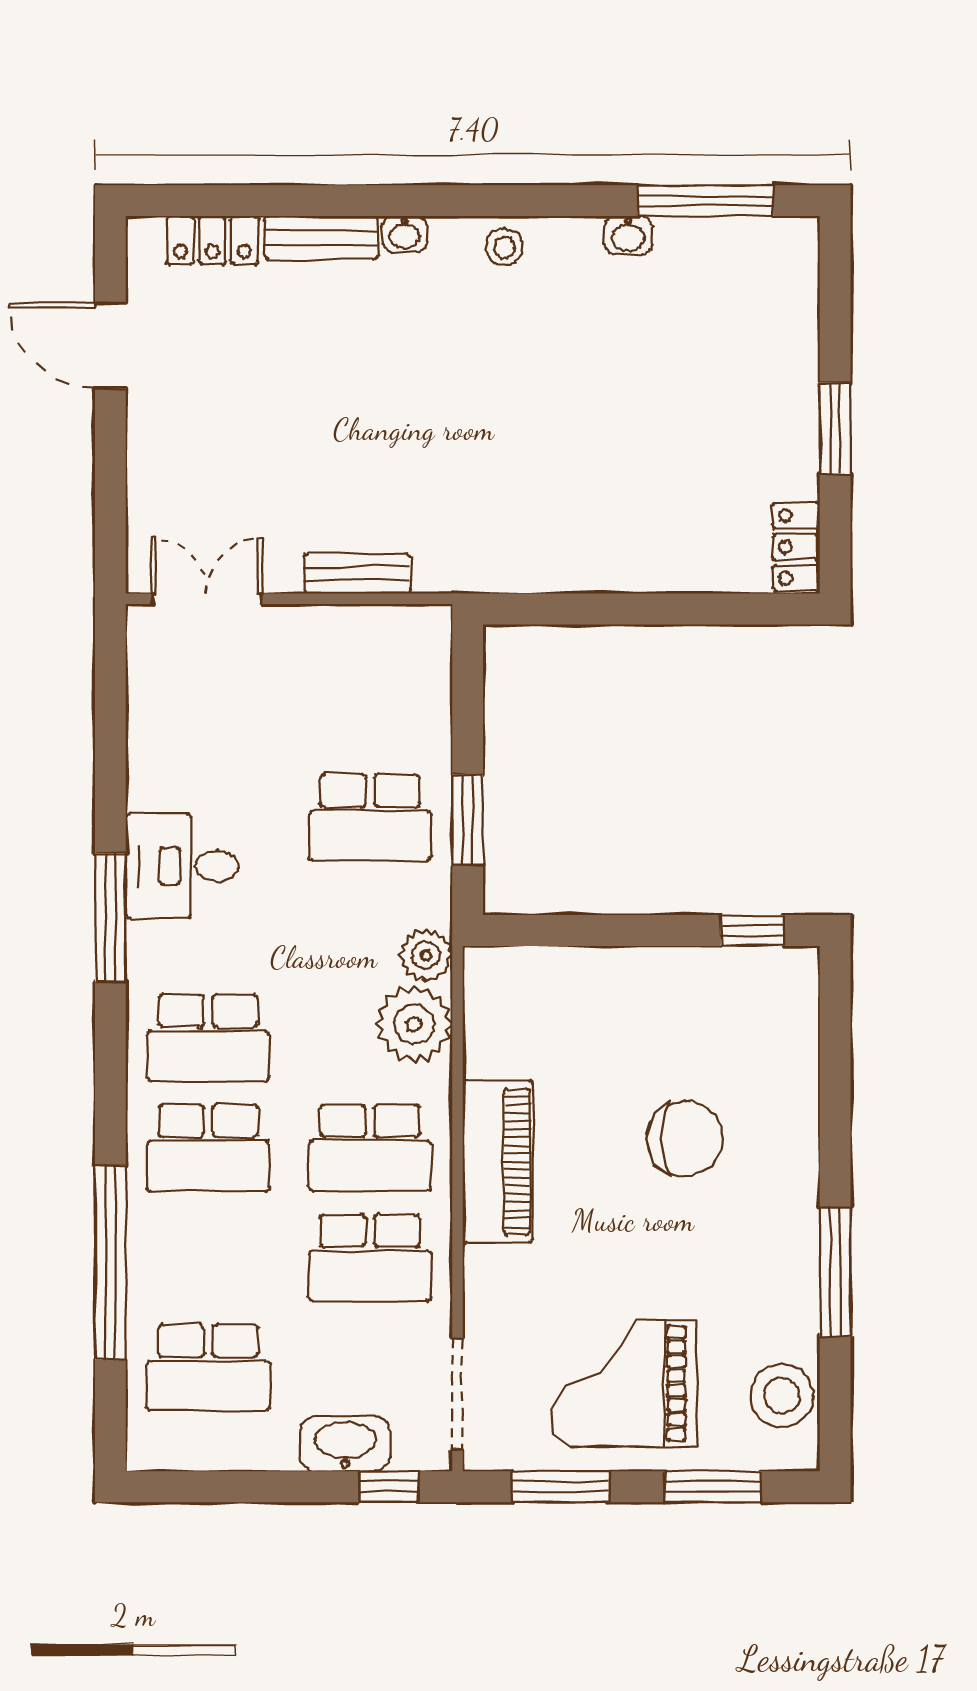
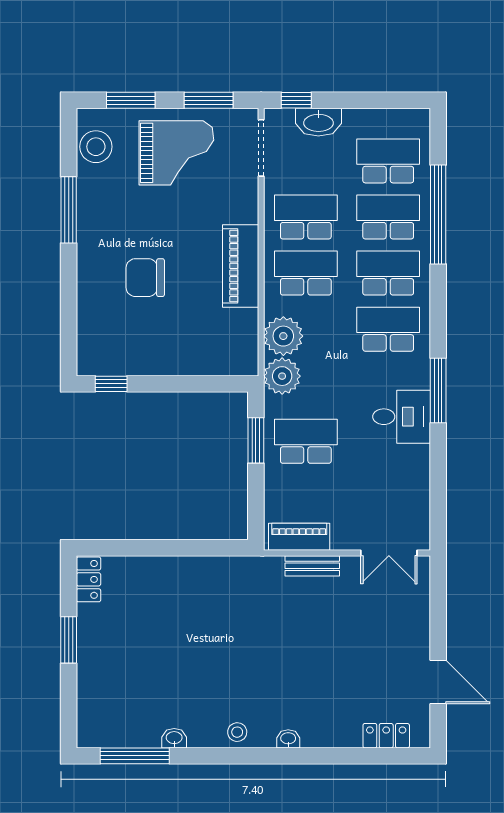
bench: (321, 238) -> (331, 737), removed
piano: (383, 631) -> (299, 537), added
plant: (426, 955) -> (282, 376), width x1.36, depth x1.36
school desk: (208, 1258) -> (388, 217), added

